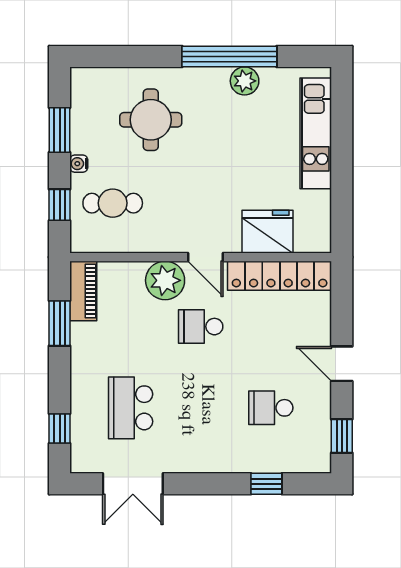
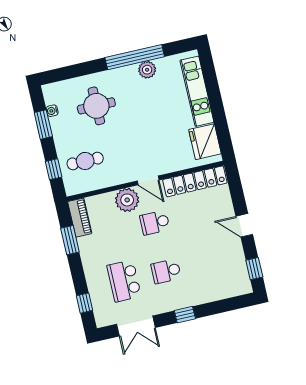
water cooler: (79, 164) -> (52, 111), moved
fridge: (267, 232) -> (205, 142), moved, turned -90
school desk: (271, 408) -> (166, 271), moved
window: (266, 484) -> (185, 315), moved

